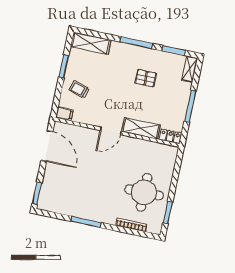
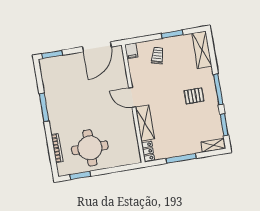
pallet: (146, 78) -> (194, 96), moved, turned 90

